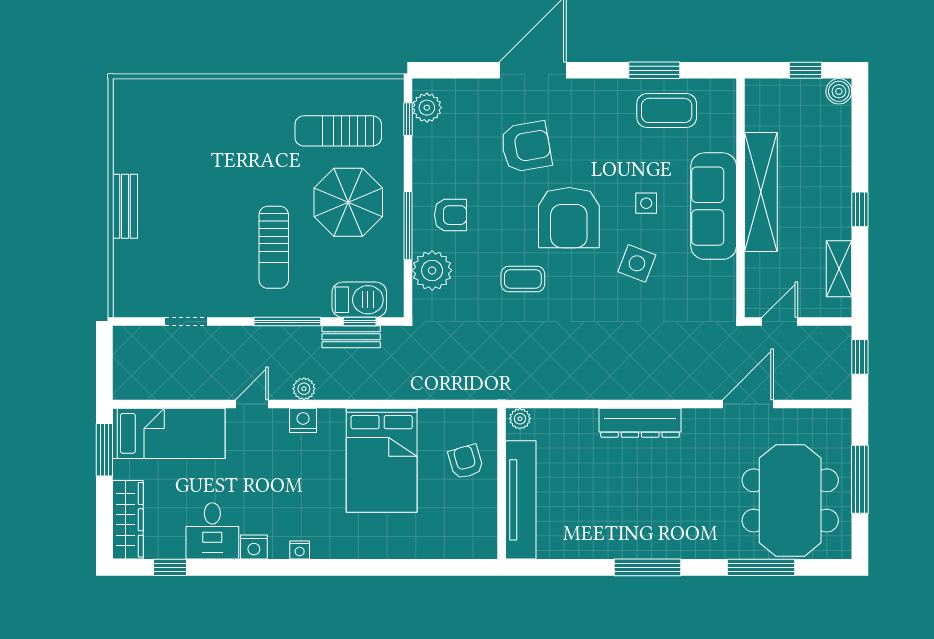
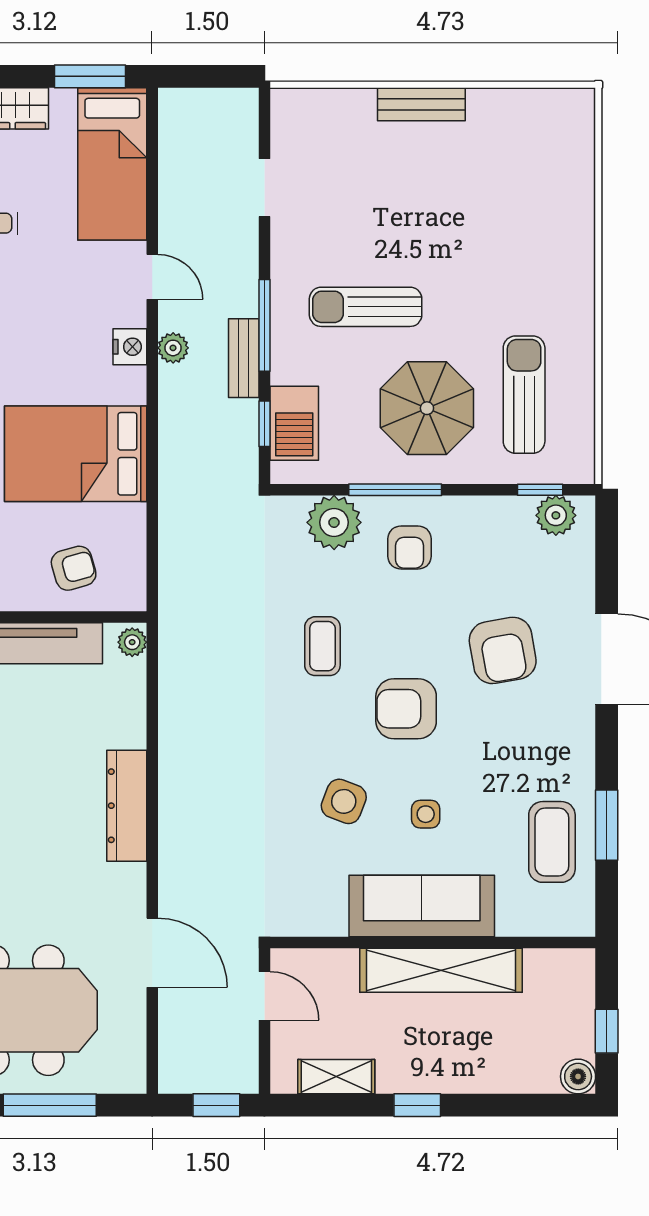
armchair: (569, 218) -> (406, 709), width x0.73, depth x0.73
bench: (351, 337) -> (244, 358), moved

